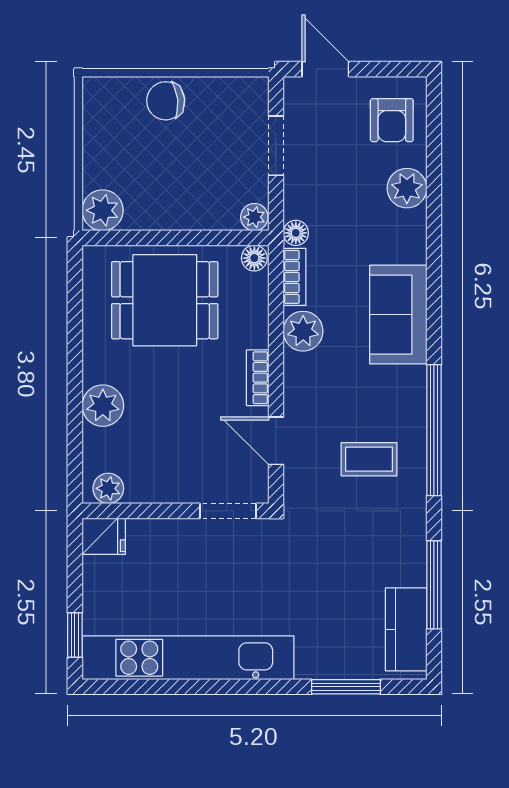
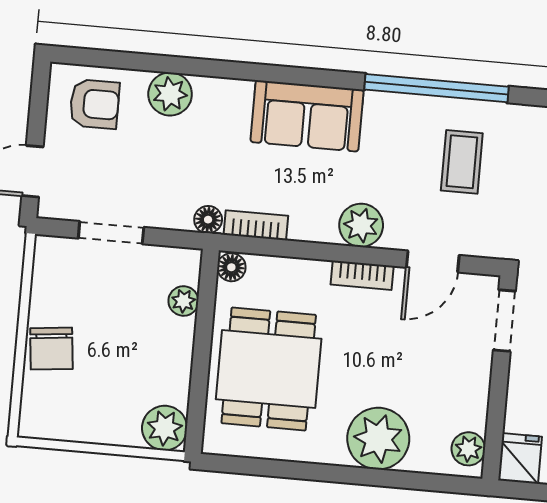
plant: (254, 217) -> (183, 301), moved
plant: (303, 331) -> (361, 225), moved
plant: (103, 406) -> (378, 439), width x1.36, depth x1.36

